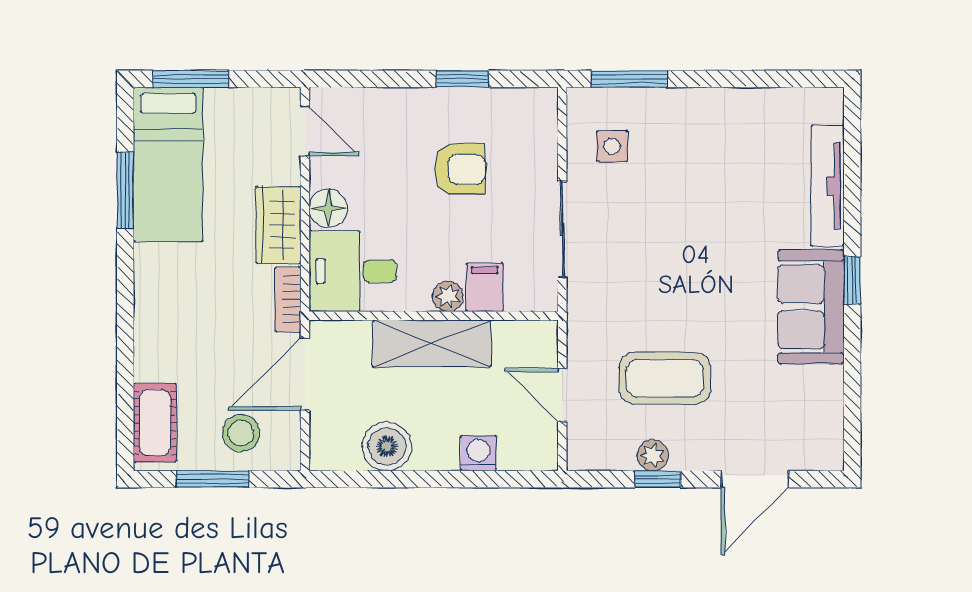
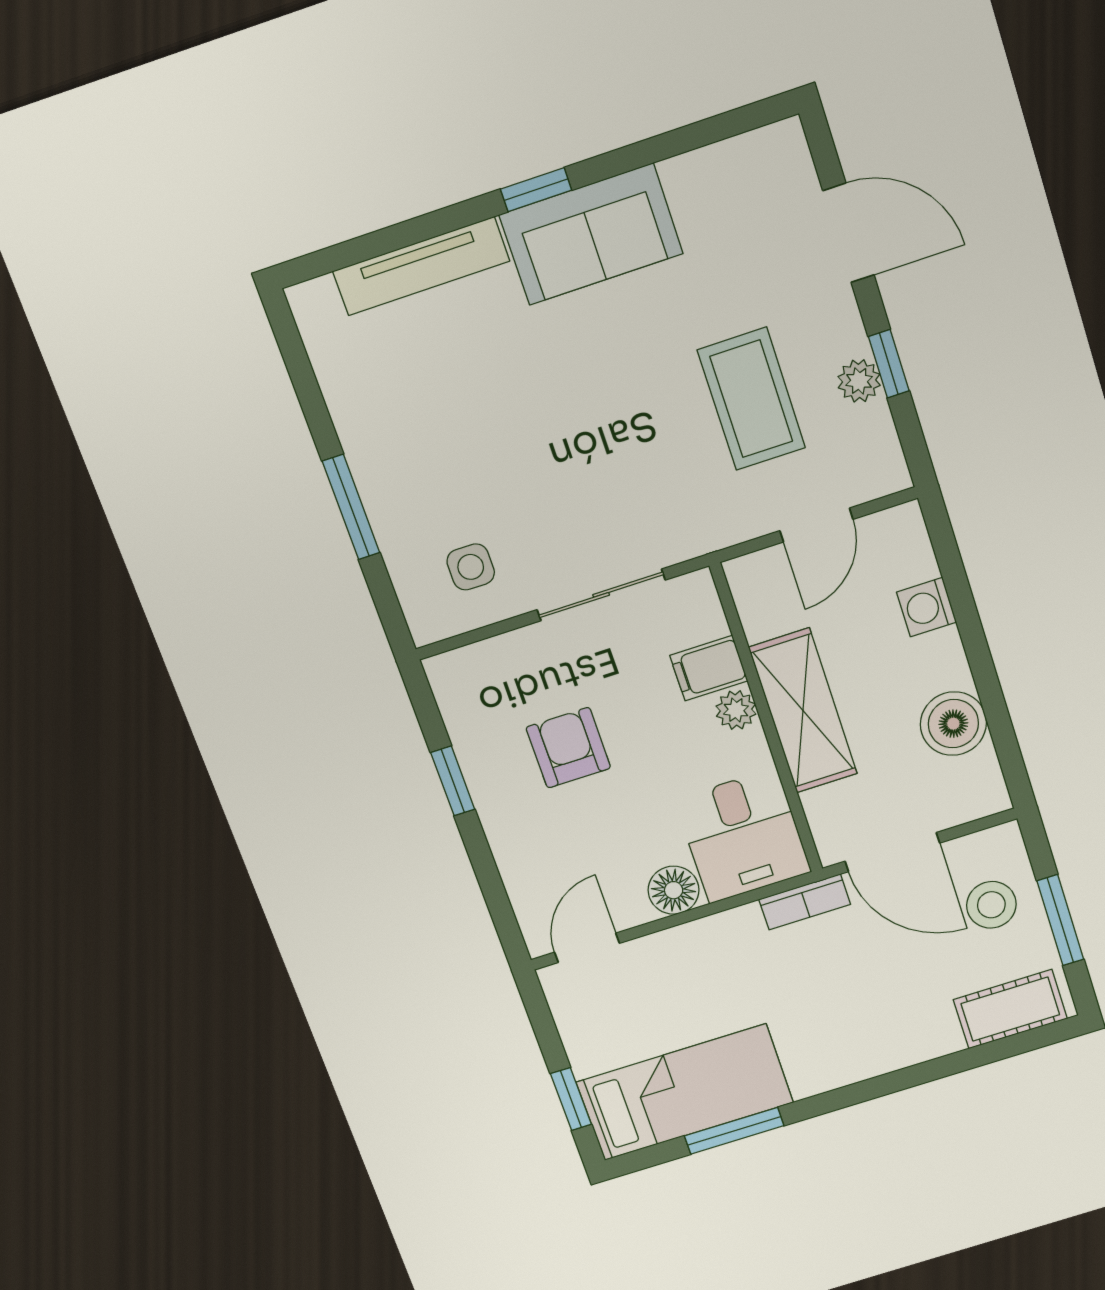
window: (191, 79) -> (571, 1099), width x0.67
window: (629, 79) -> (351, 507), moved
wardrobe: (279, 225) -> (715, 942), removed

